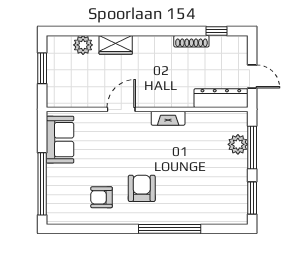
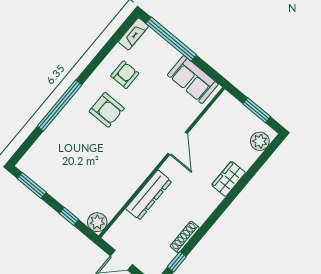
plant: (83, 45) -> (260, 141), moved
dresser: (221, 98) -> (149, 195), moved
fireplace: (168, 118) -> (133, 34), moved, turned 180
plant: (238, 144) -> (97, 222), moved
window: (252, 147) -> (69, 216), width x0.46

